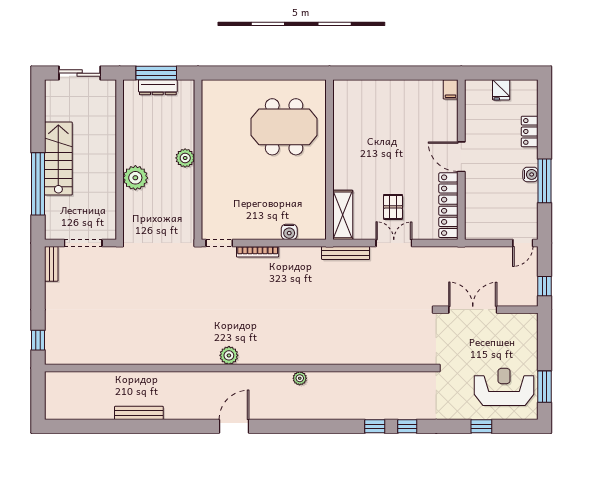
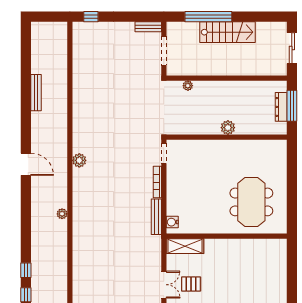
plant: (135, 178) -> (188, 86), moved, width x0.53, depth x0.53
water cooler: (289, 232) -> (172, 222), moved
bench: (346, 253) -> (156, 217), moved

